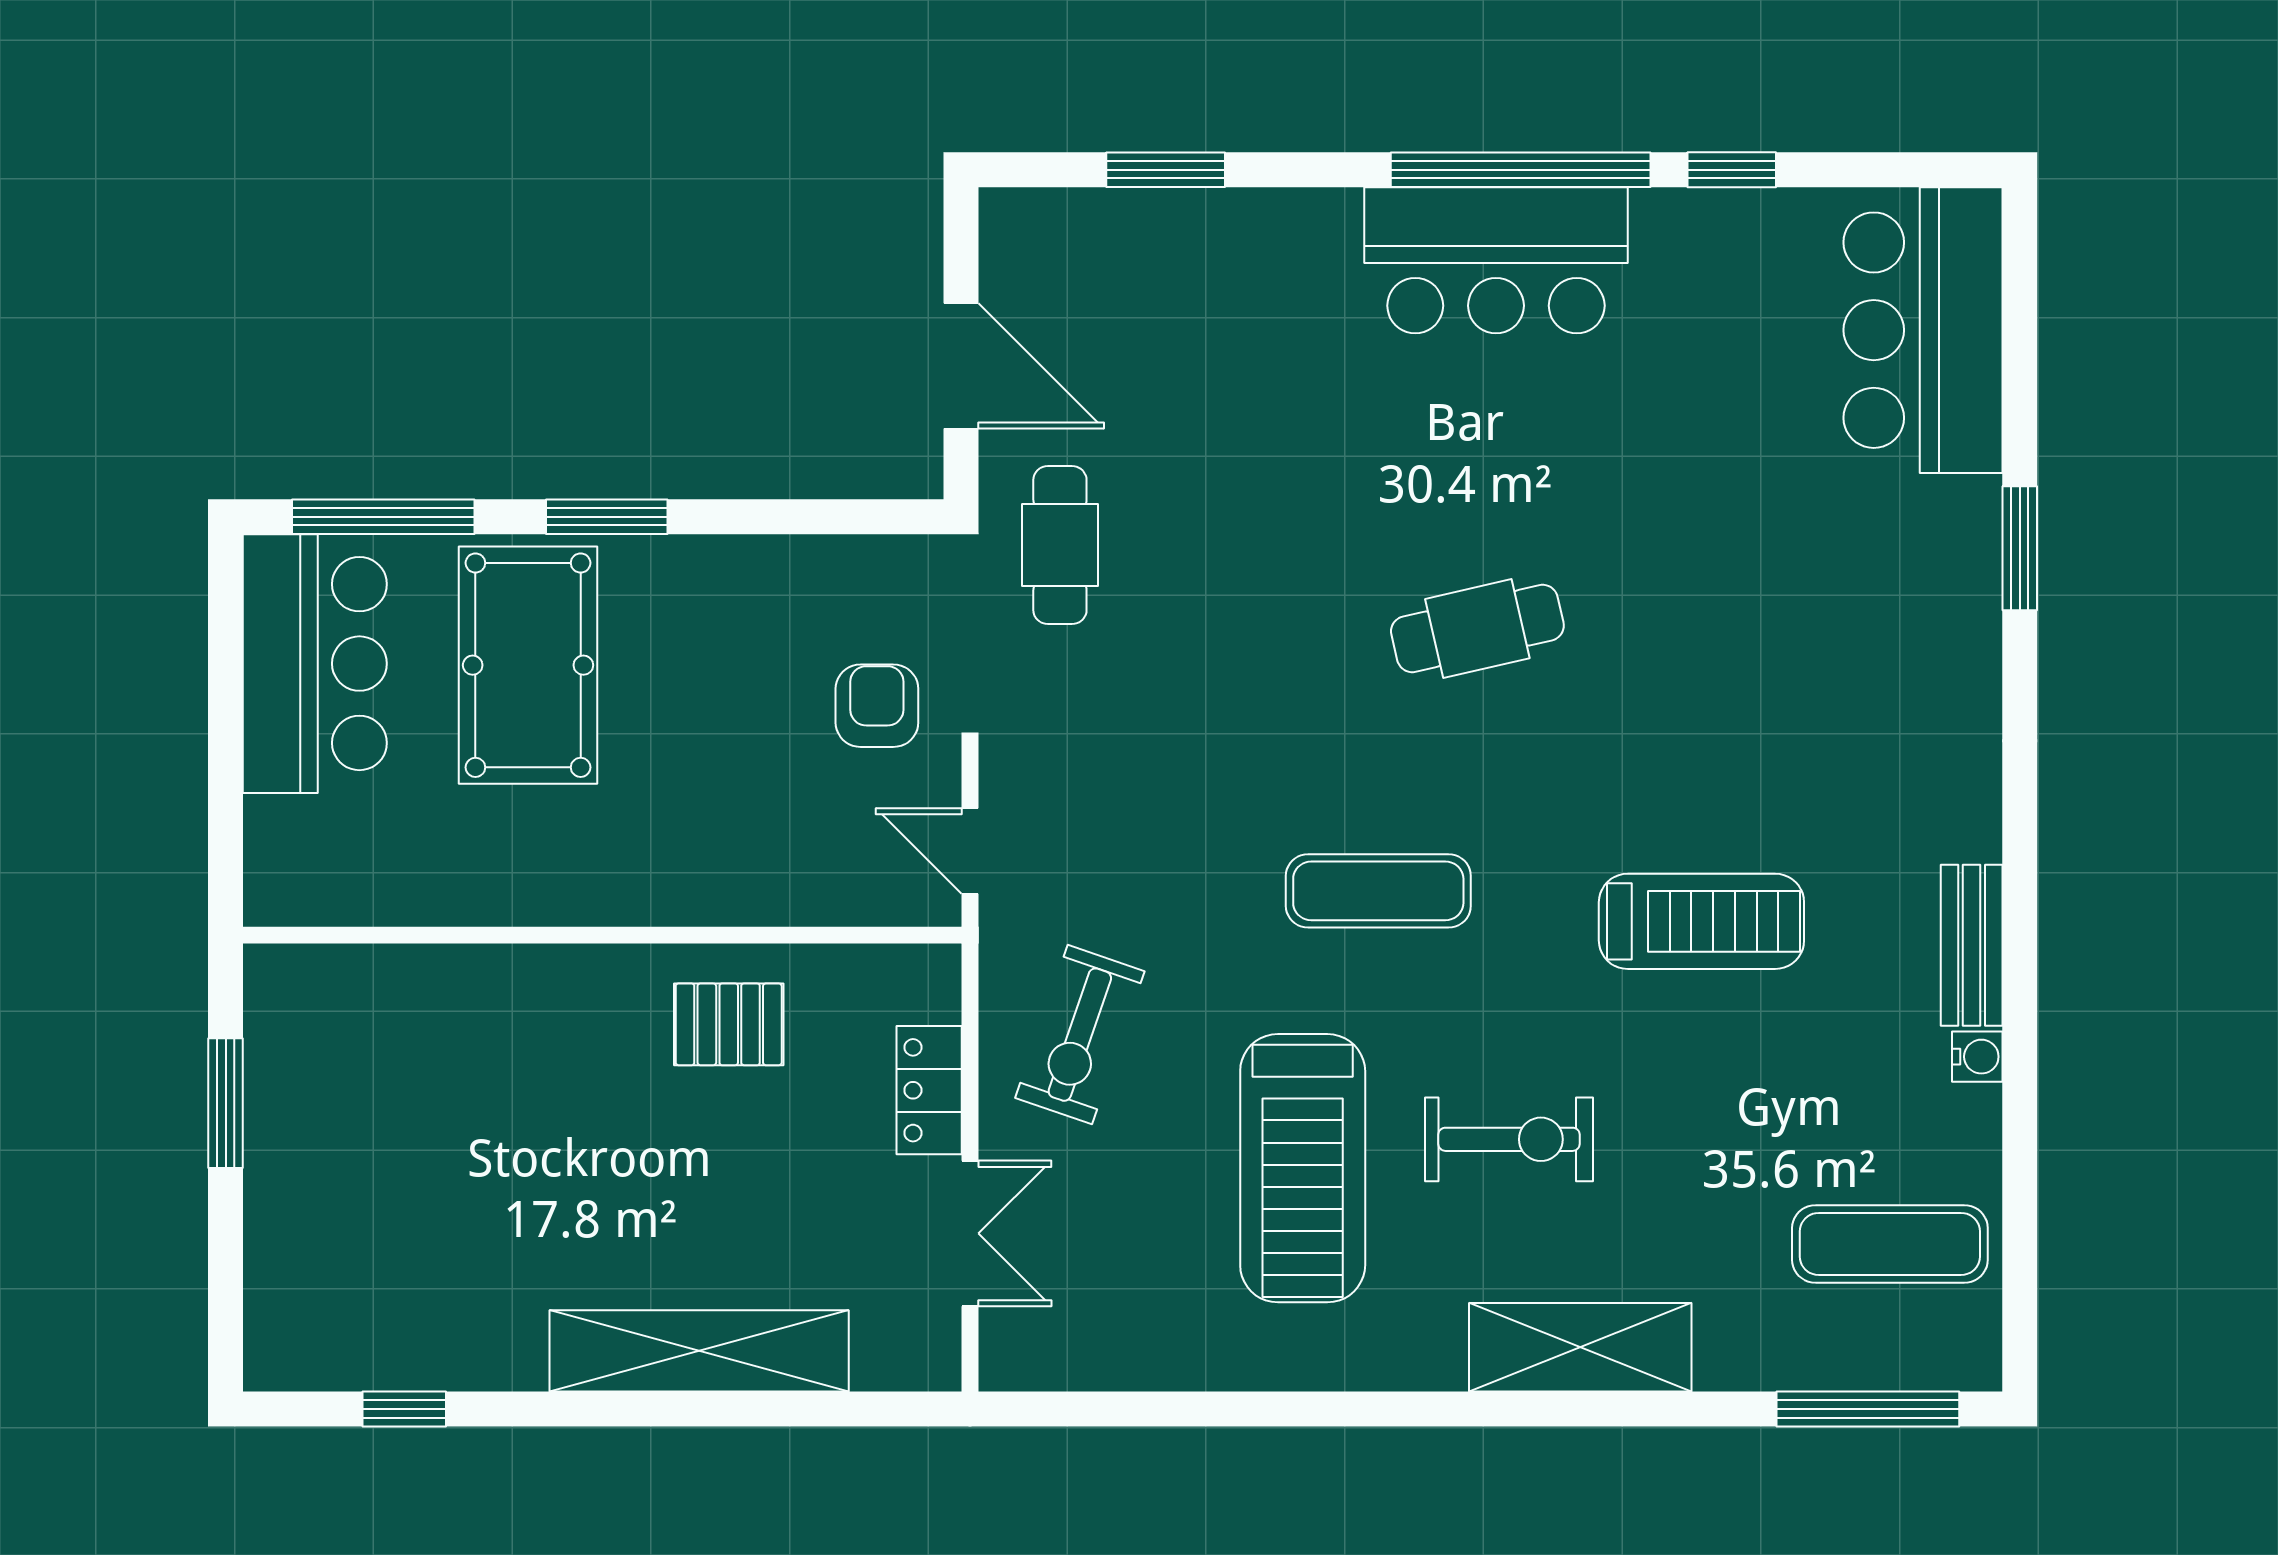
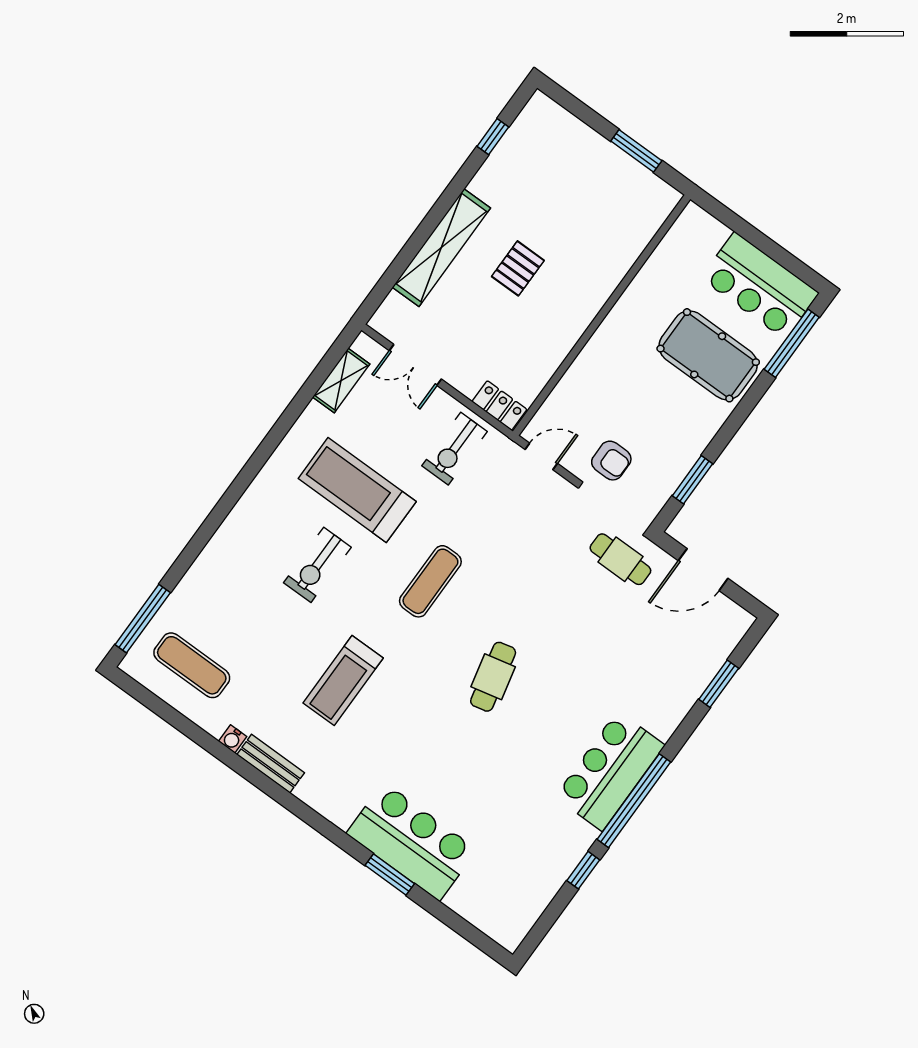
bar counter: (1923, 330) -> (412, 842), moved
window: (607, 517) -> (692, 480), moved
pallet: (729, 1024) -> (518, 268), moved
exercise bike: (1080, 1035) -> (455, 449), turned -109
locker: (929, 1090) -> (499, 405), moved
exercise mat: (1890, 1244) -> (192, 665), turned 90
shelving: (1580, 1347) -> (341, 381), moved, width x0.67, depth x0.75

